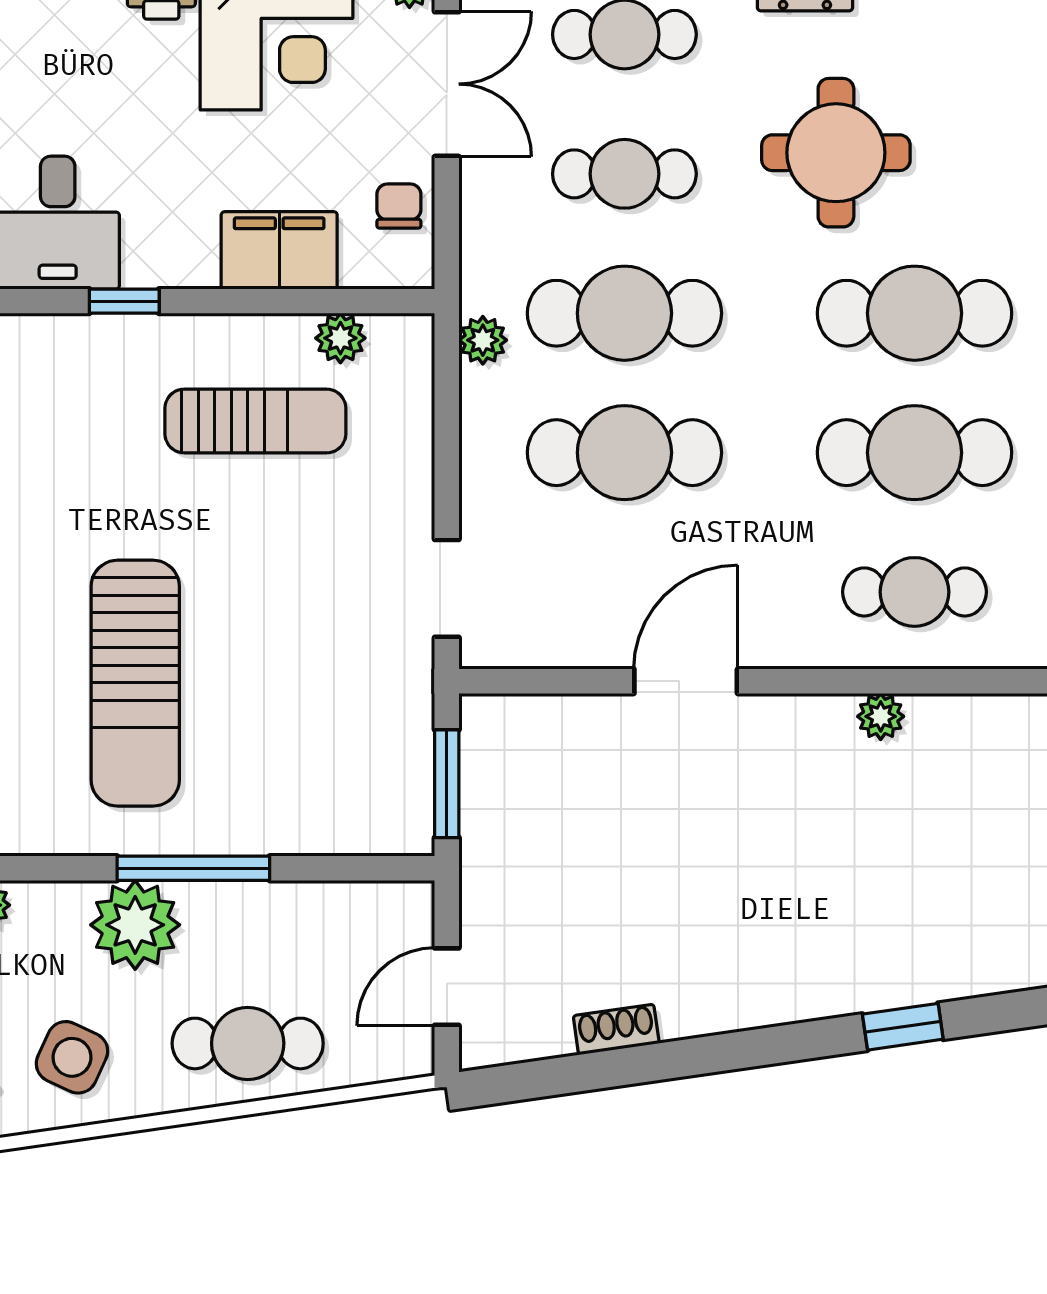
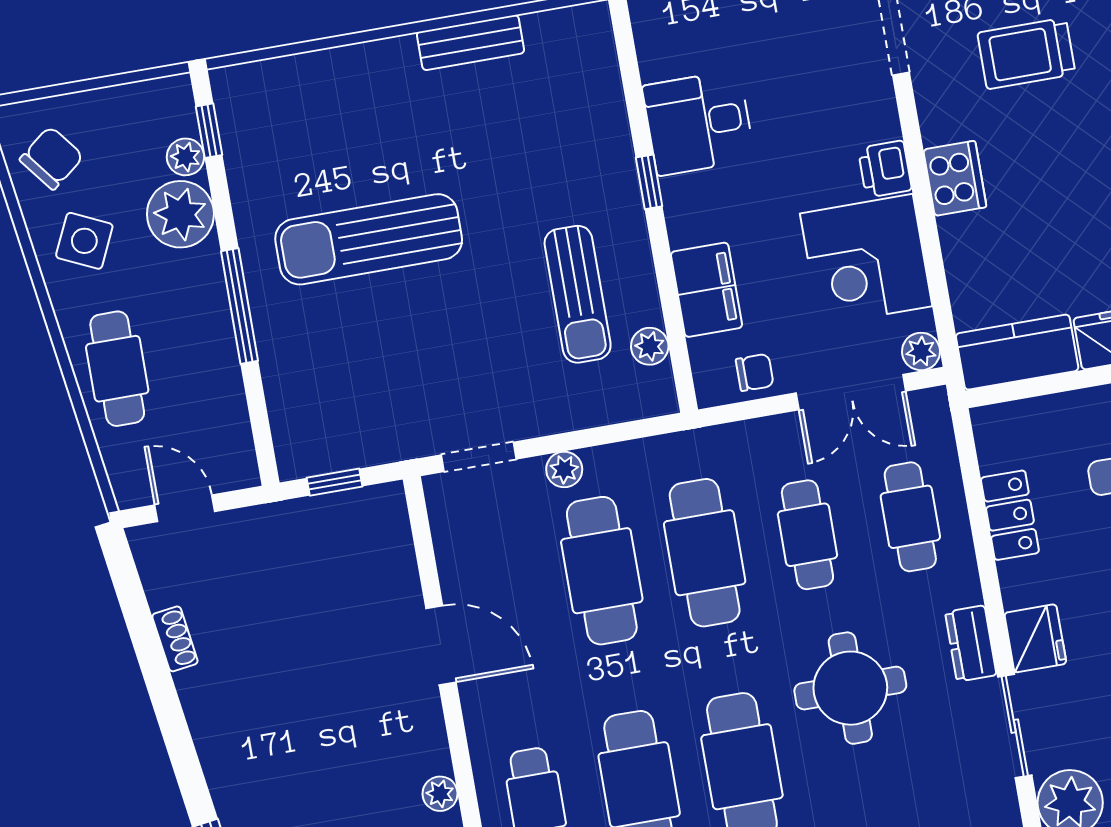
plant: (483, 340) -> (564, 469), moved
window: (447, 784) -> (335, 482), width x0.67
plant: (135, 925) -> (180, 214), moved

